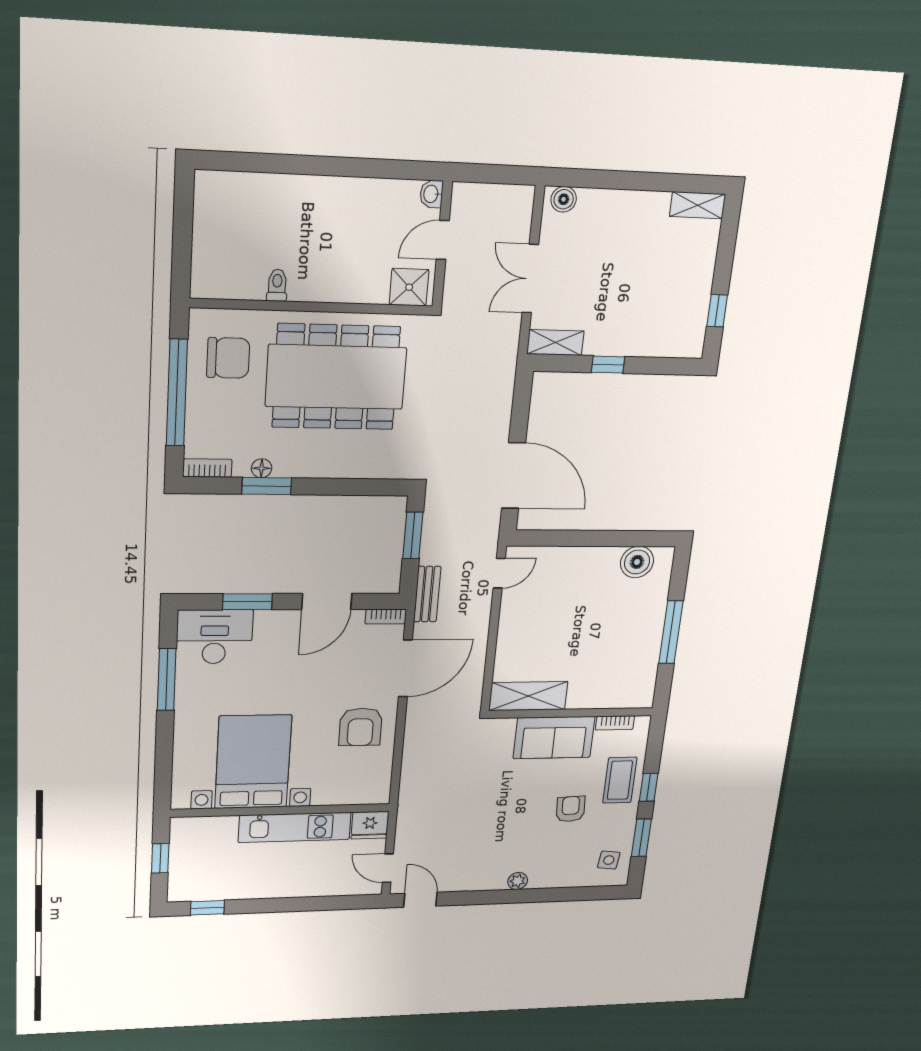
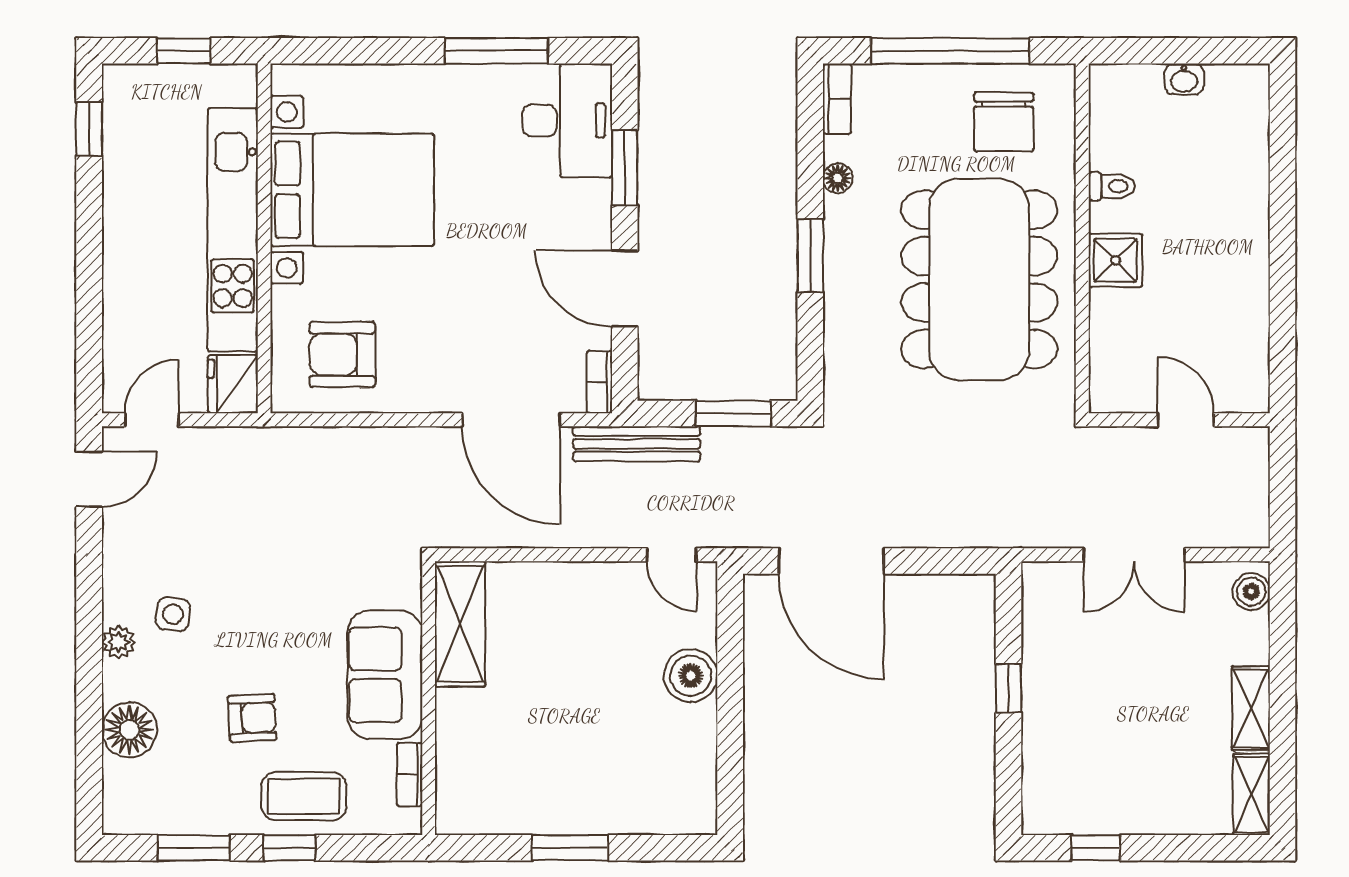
washbasin: (431, 194) -> (1184, 79), moved, turned 180
double door: (530, 279) -> (1134, 555), swing flipped
shower: (409, 287) -> (1115, 260), moved
shelving: (555, 342) -> (1251, 708), moved
door: (514, 476) -> (831, 561), hinge flipped
window: (267, 486) -> (810, 256), moved
boiler: (637, 562) -> (691, 676), moved
bench: (427, 594) -> (637, 444), width x1.36
window: (671, 632) -> (570, 848), width x0.69
armchair: (361, 727) -> (342, 355), moved
kitchen unit: (295, 827) -> (233, 230), width x1.36
side table: (609, 860) -> (173, 614), moved
floor lamp: (569, 874) -> (129, 730), added

